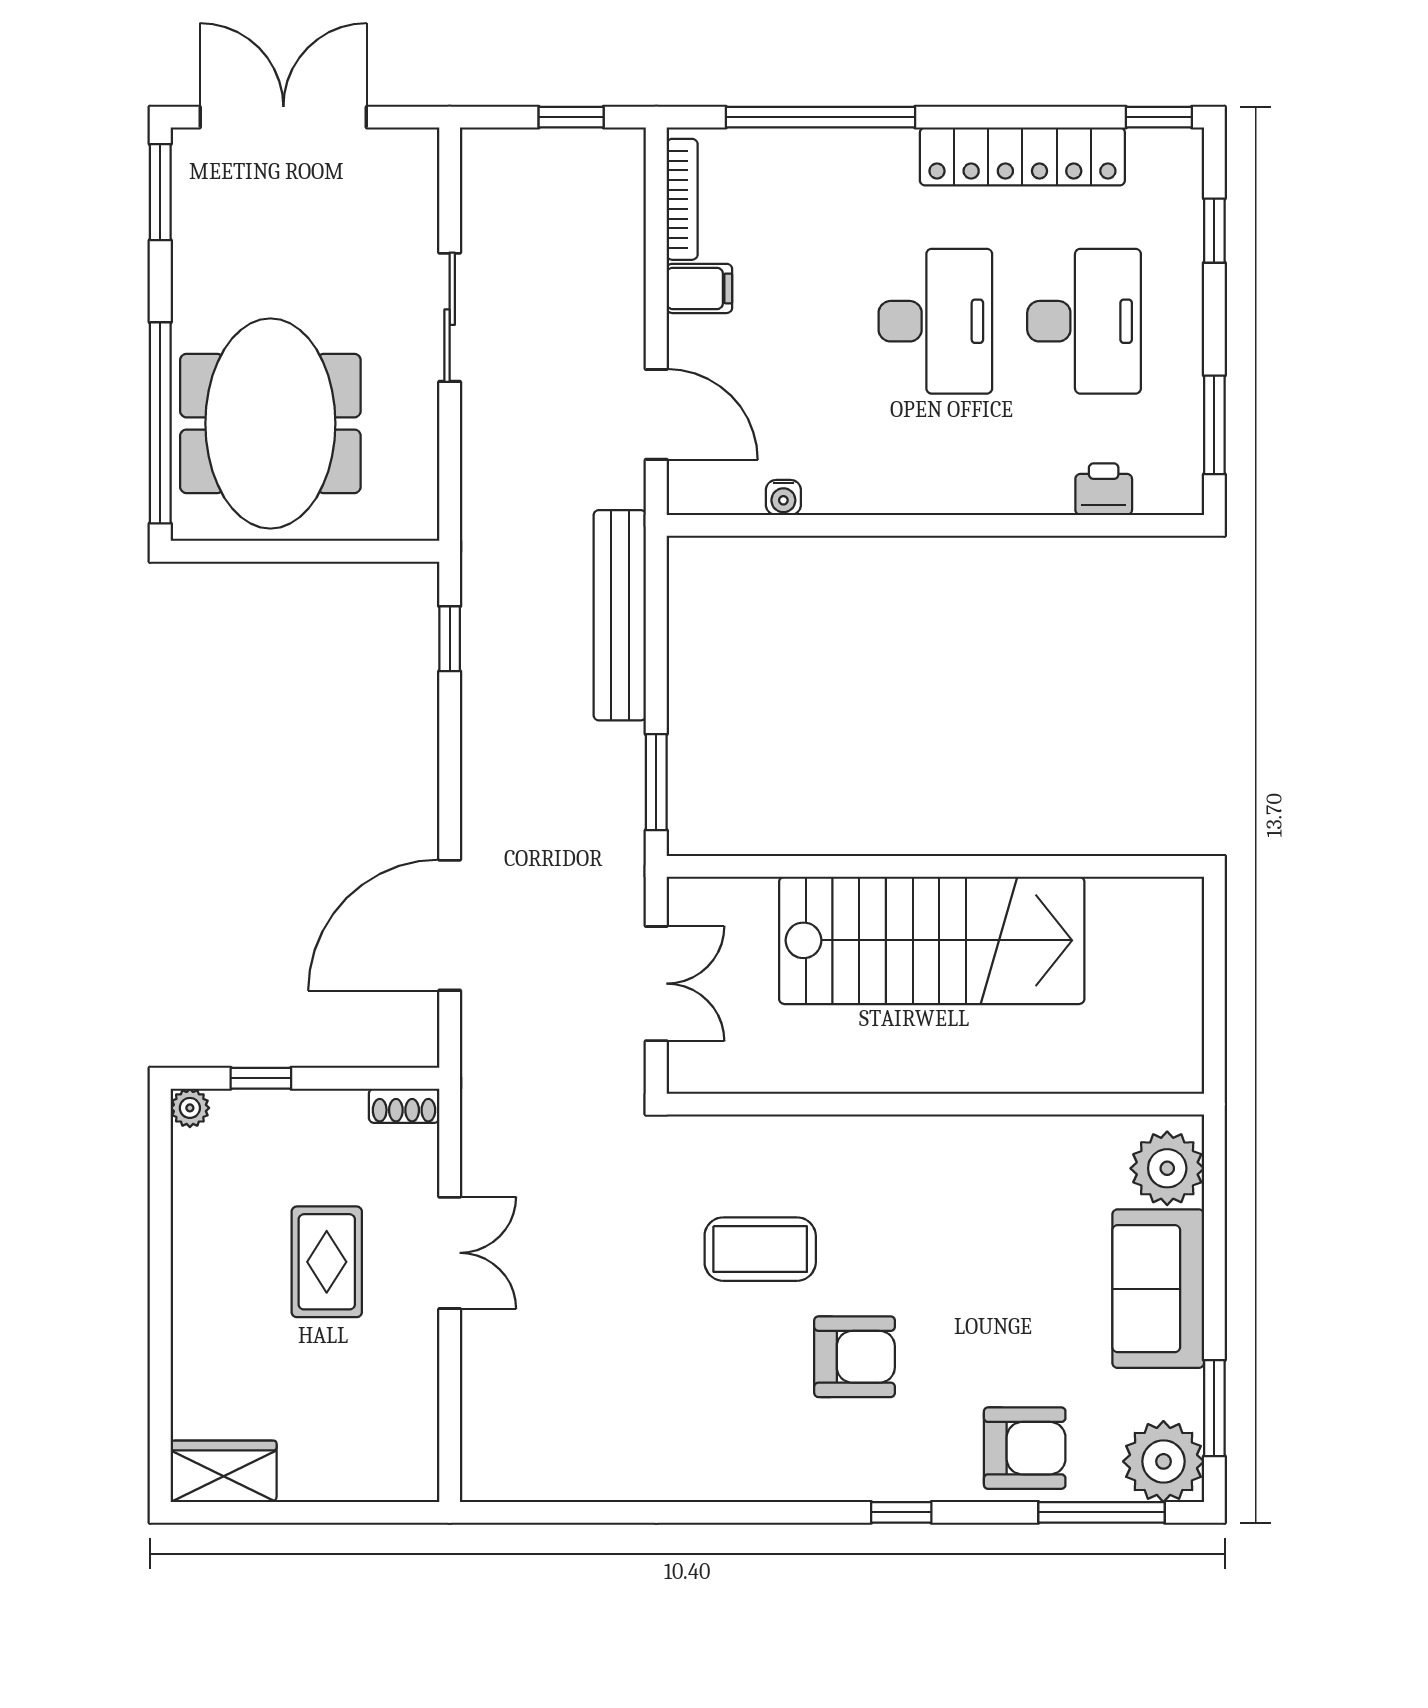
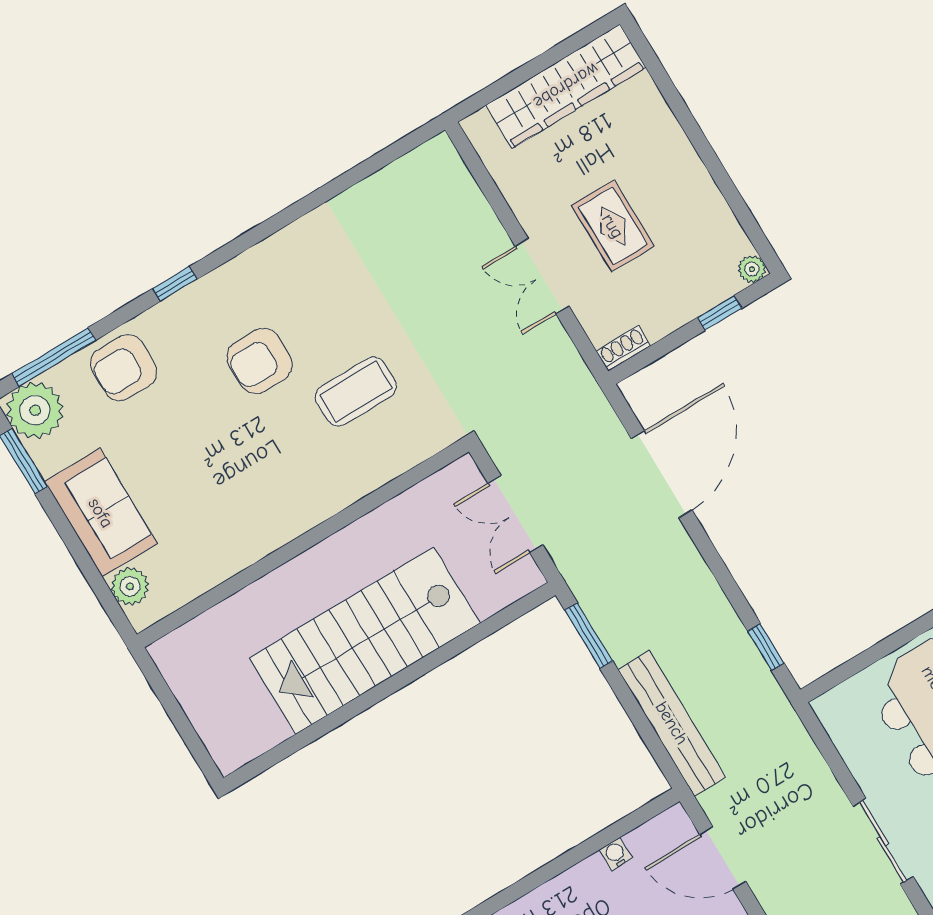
plant: (1167, 1168) -> (130, 586), width x0.73, depth x0.73
wardrobe: (224, 1471) -> (566, 86), width x2.10, depth x1.17

